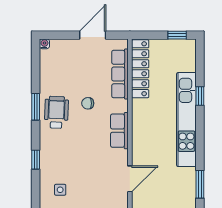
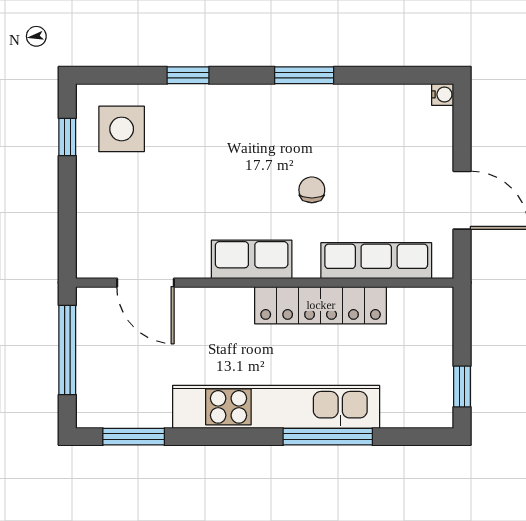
locker: (140, 69) -> (321, 305), moved
window: (200, 96) -> (328, 437), width x2.17
wheelchair: (56, 112) -> (292, 121), removed
side table: (60, 190) -> (122, 129), width x1.87, depth x1.87

